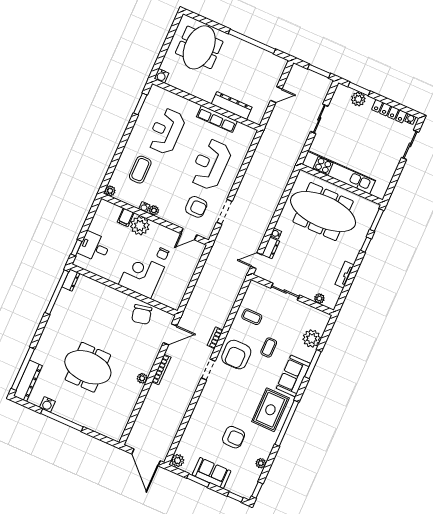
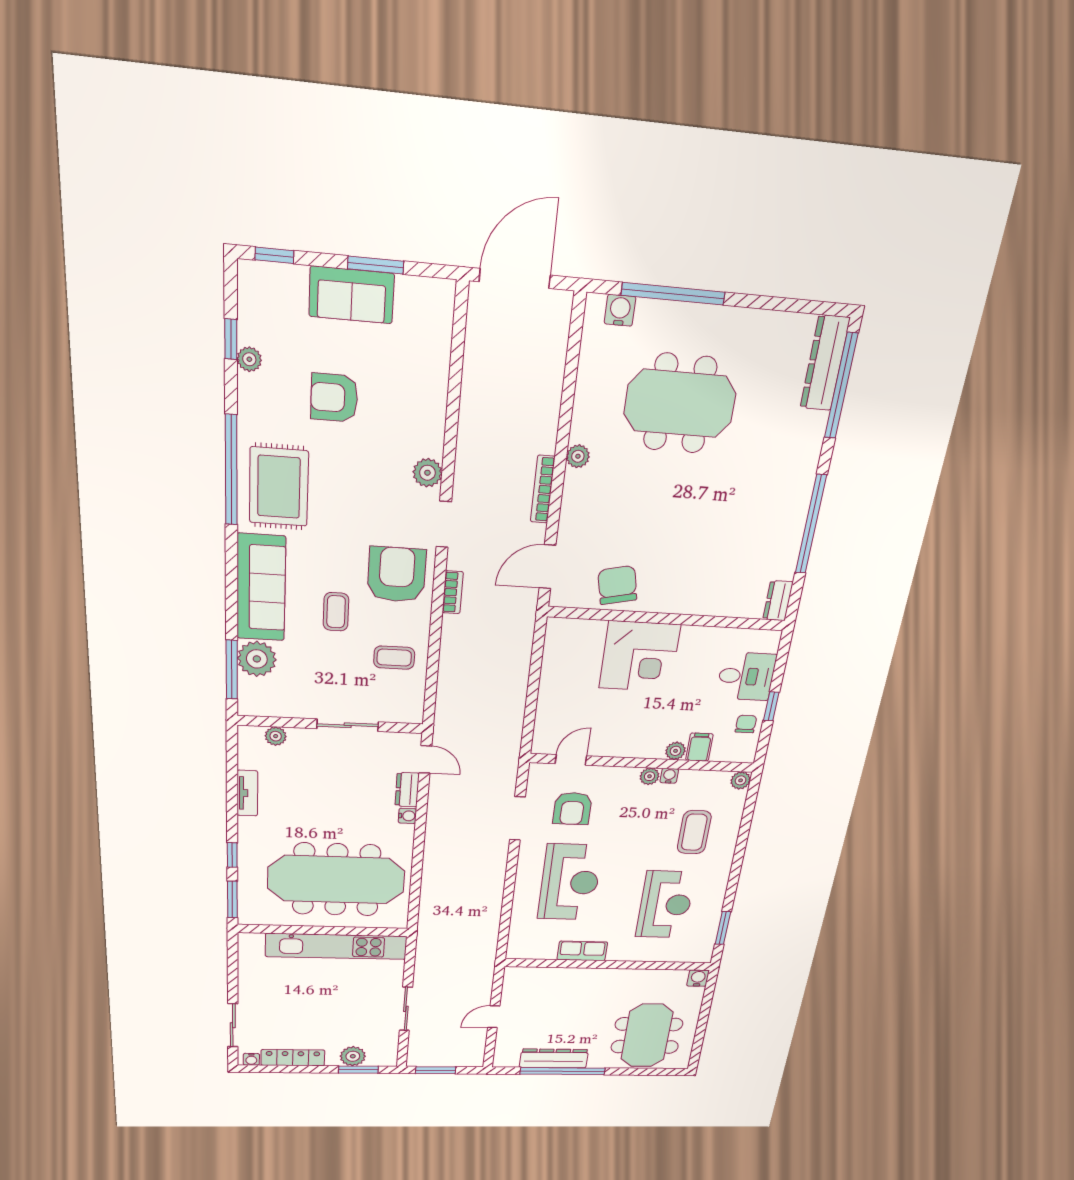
dresser: (232, 106) -> (554, 1058), moved, turned 180
row of seats: (217, 119) -> (582, 951), width x0.68
armchair: (196, 207) -> (572, 809), turned -90
plant: (140, 226) -> (675, 751), width x0.53, depth x0.53
window: (76, 248) -> (771, 706), moved
chair: (163, 254) -> (746, 724), moved
door: (256, 261) -> (425, 759), hinge flipped
window: (57, 292) -> (811, 524), moved
window: (313, 364) -> (232, 670), moved
meeting table: (88, 367) -> (680, 404), moved
sofa: (293, 376) -> (261, 588), width x1.36
water cooler: (47, 404) -> (620, 310), moved
window: (62, 420) -> (673, 294), moved
door: (146, 457) -> (515, 278), hinge flipped
plant: (178, 461) -> (427, 473), moved
window: (257, 490) -> (231, 339), moved

